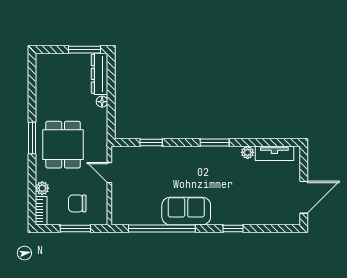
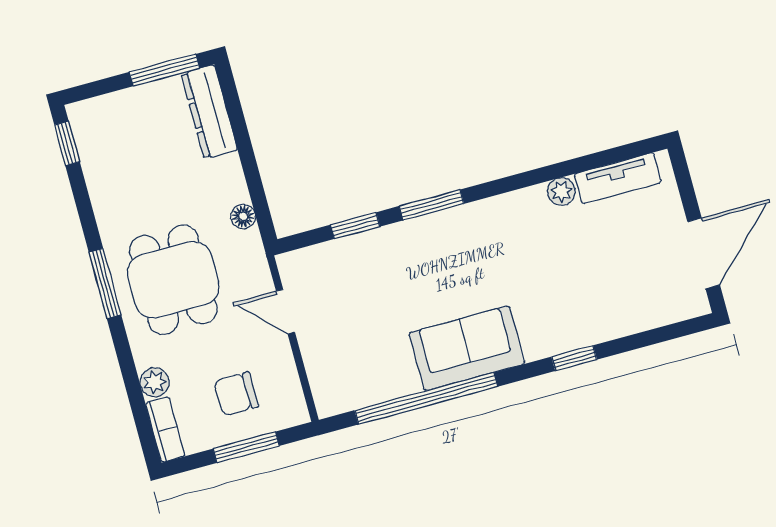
window: (32, 71) -> (67, 143), added
floor lamp: (102, 102) -> (243, 216), moved
window: (215, 143) -> (431, 205), moved

